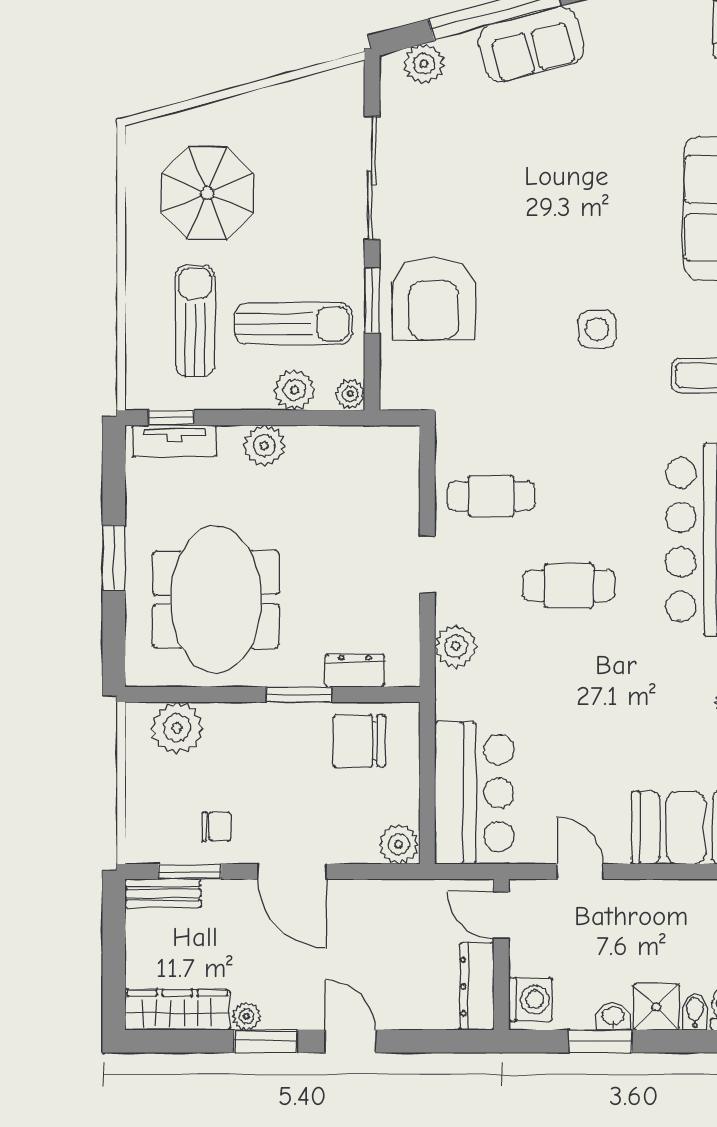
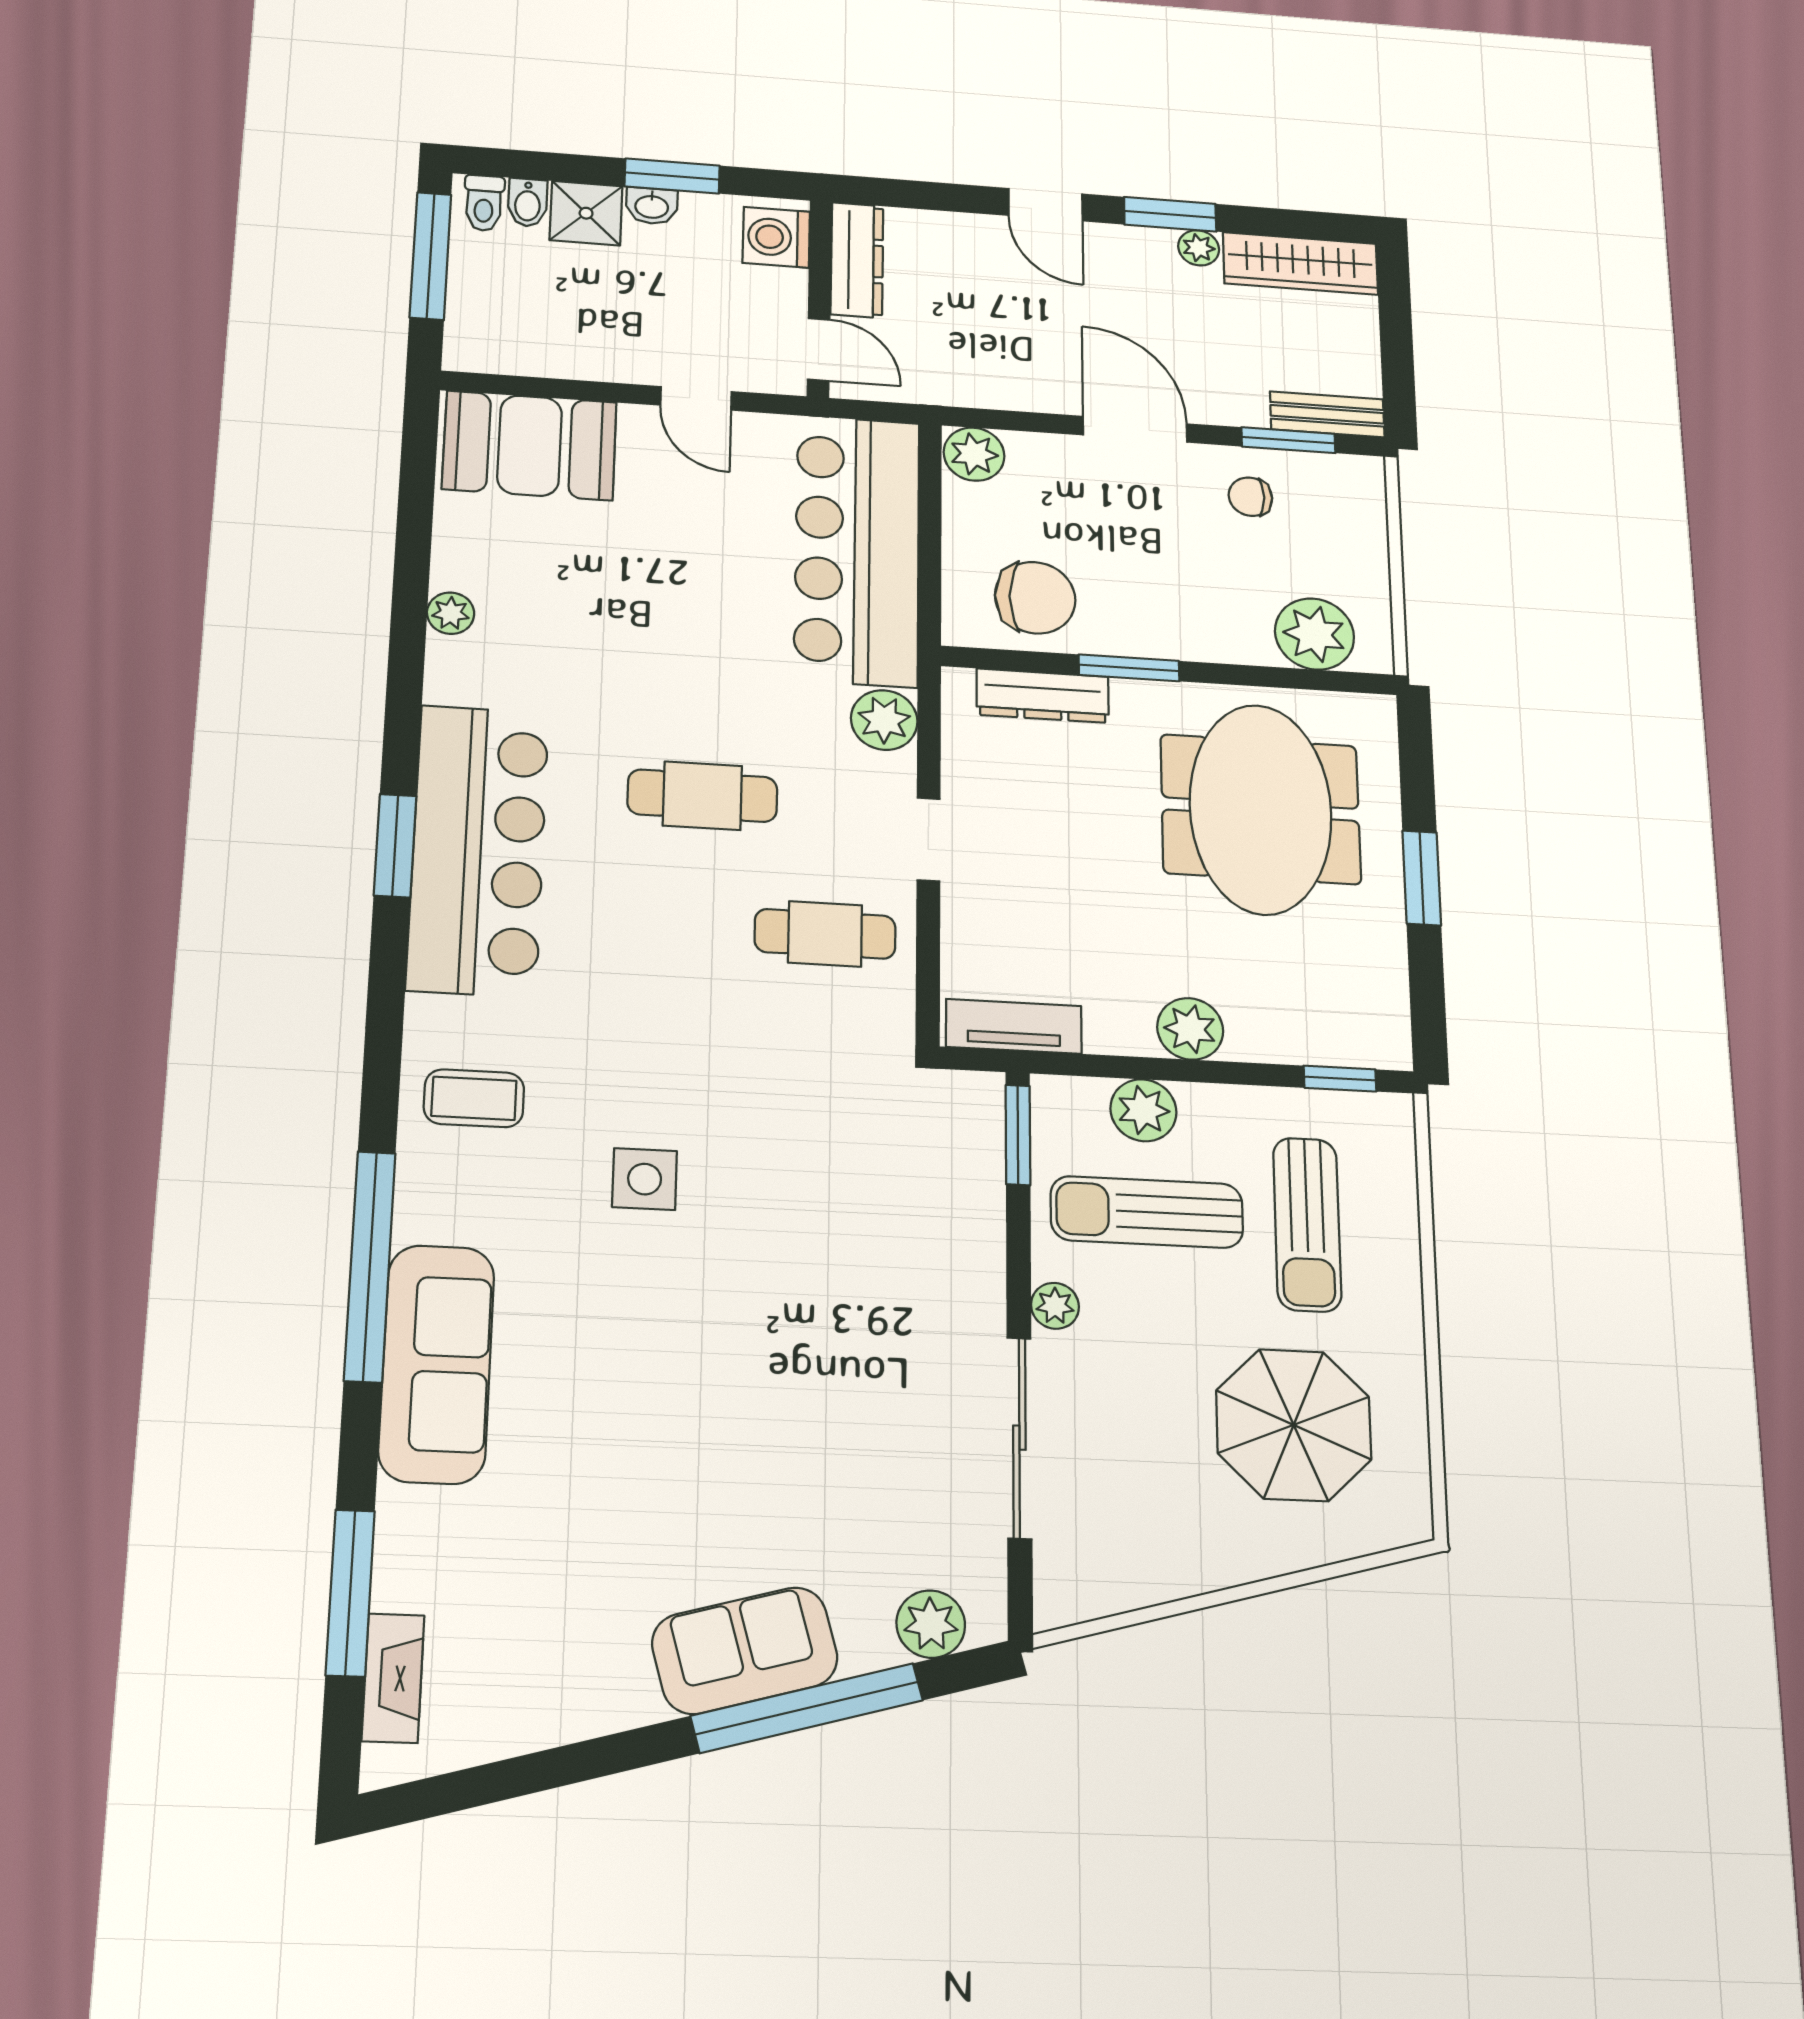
armchair: (434, 299) -> (916, 1240), removed
window: (372, 300) -> (1018, 1135), moved
plant: (350, 394) -> (1055, 1306), moved
tv unit: (175, 441) -> (1014, 1026), moved
dresser: (355, 670) -> (1043, 696), width x1.44
bar counter: (474, 793) -> (857, 550), width x1.36

